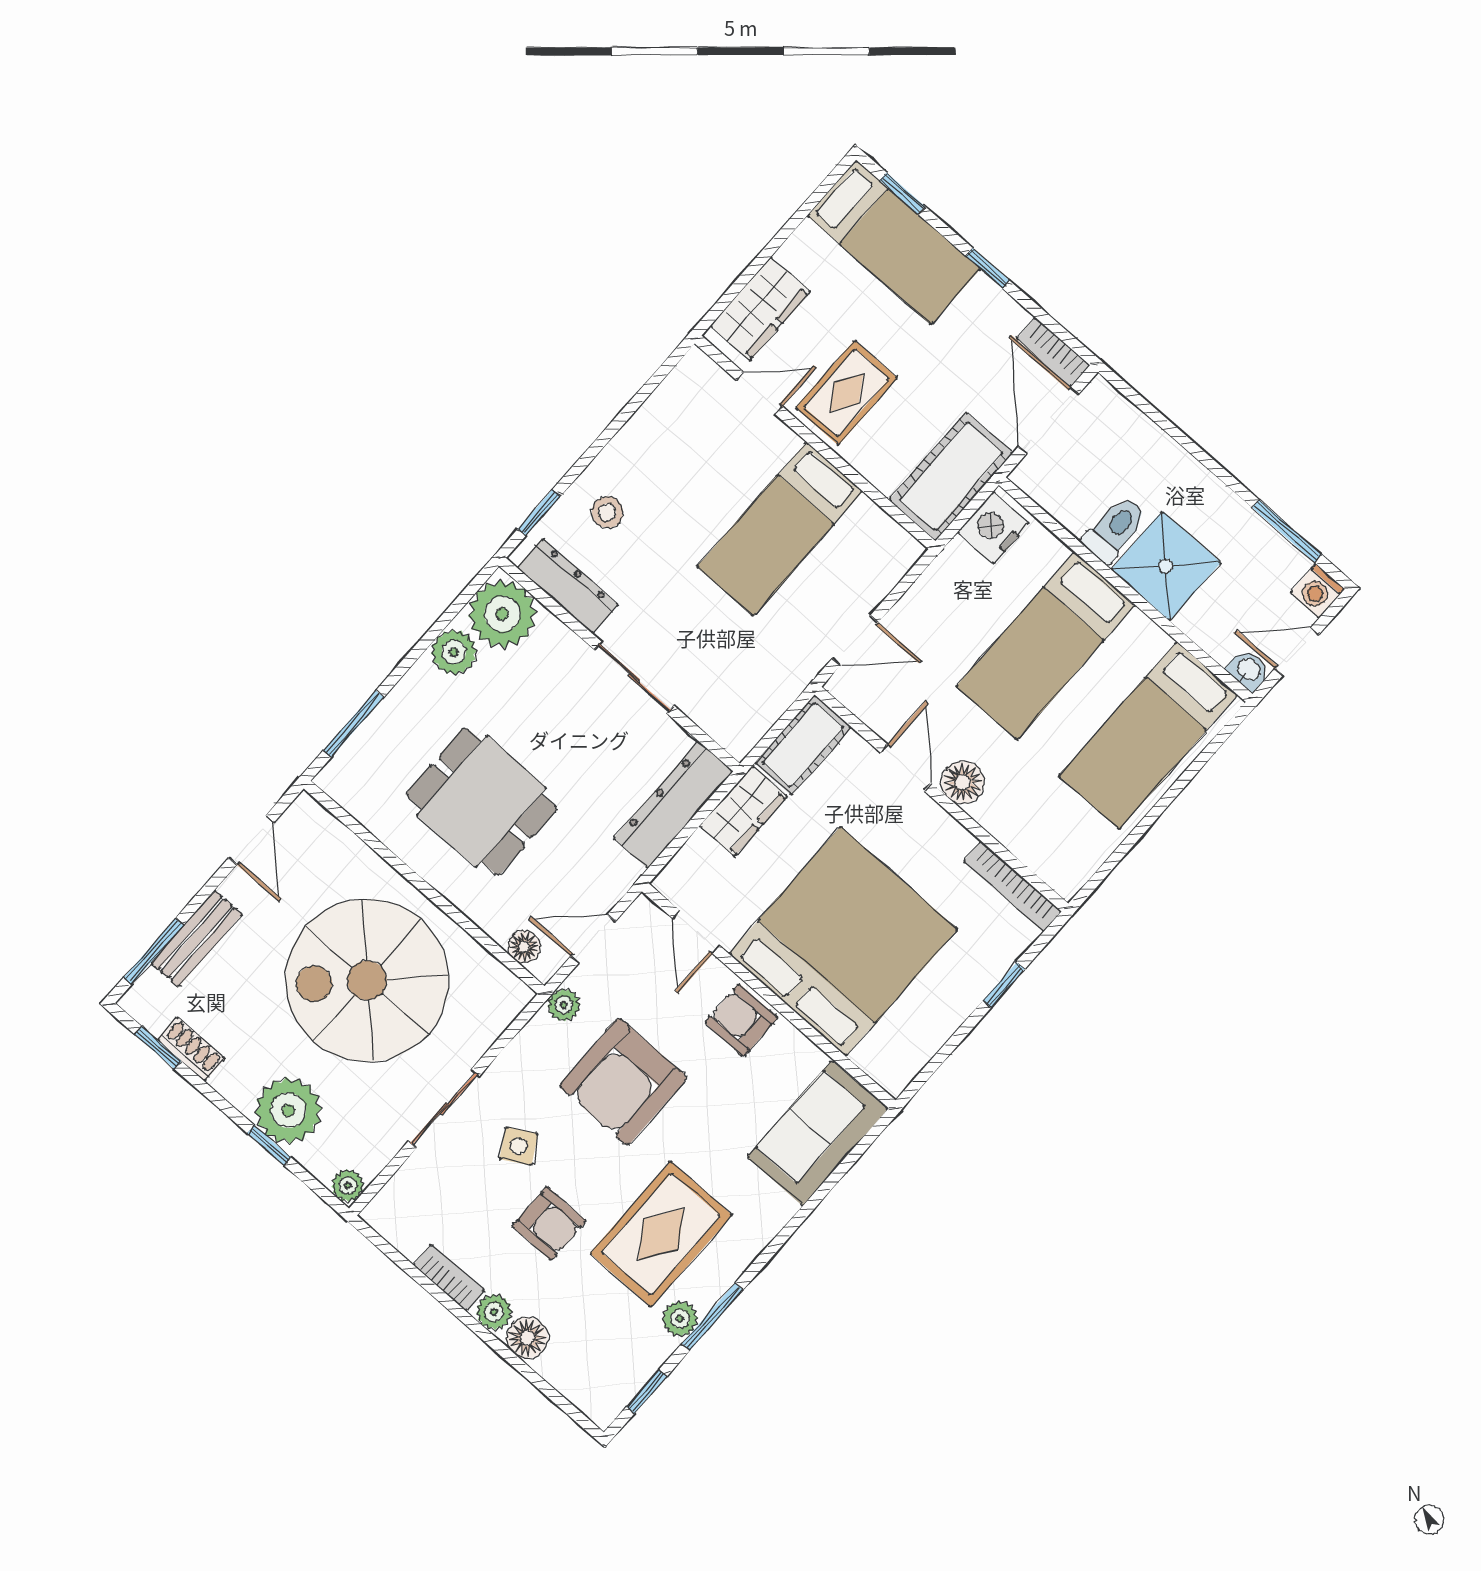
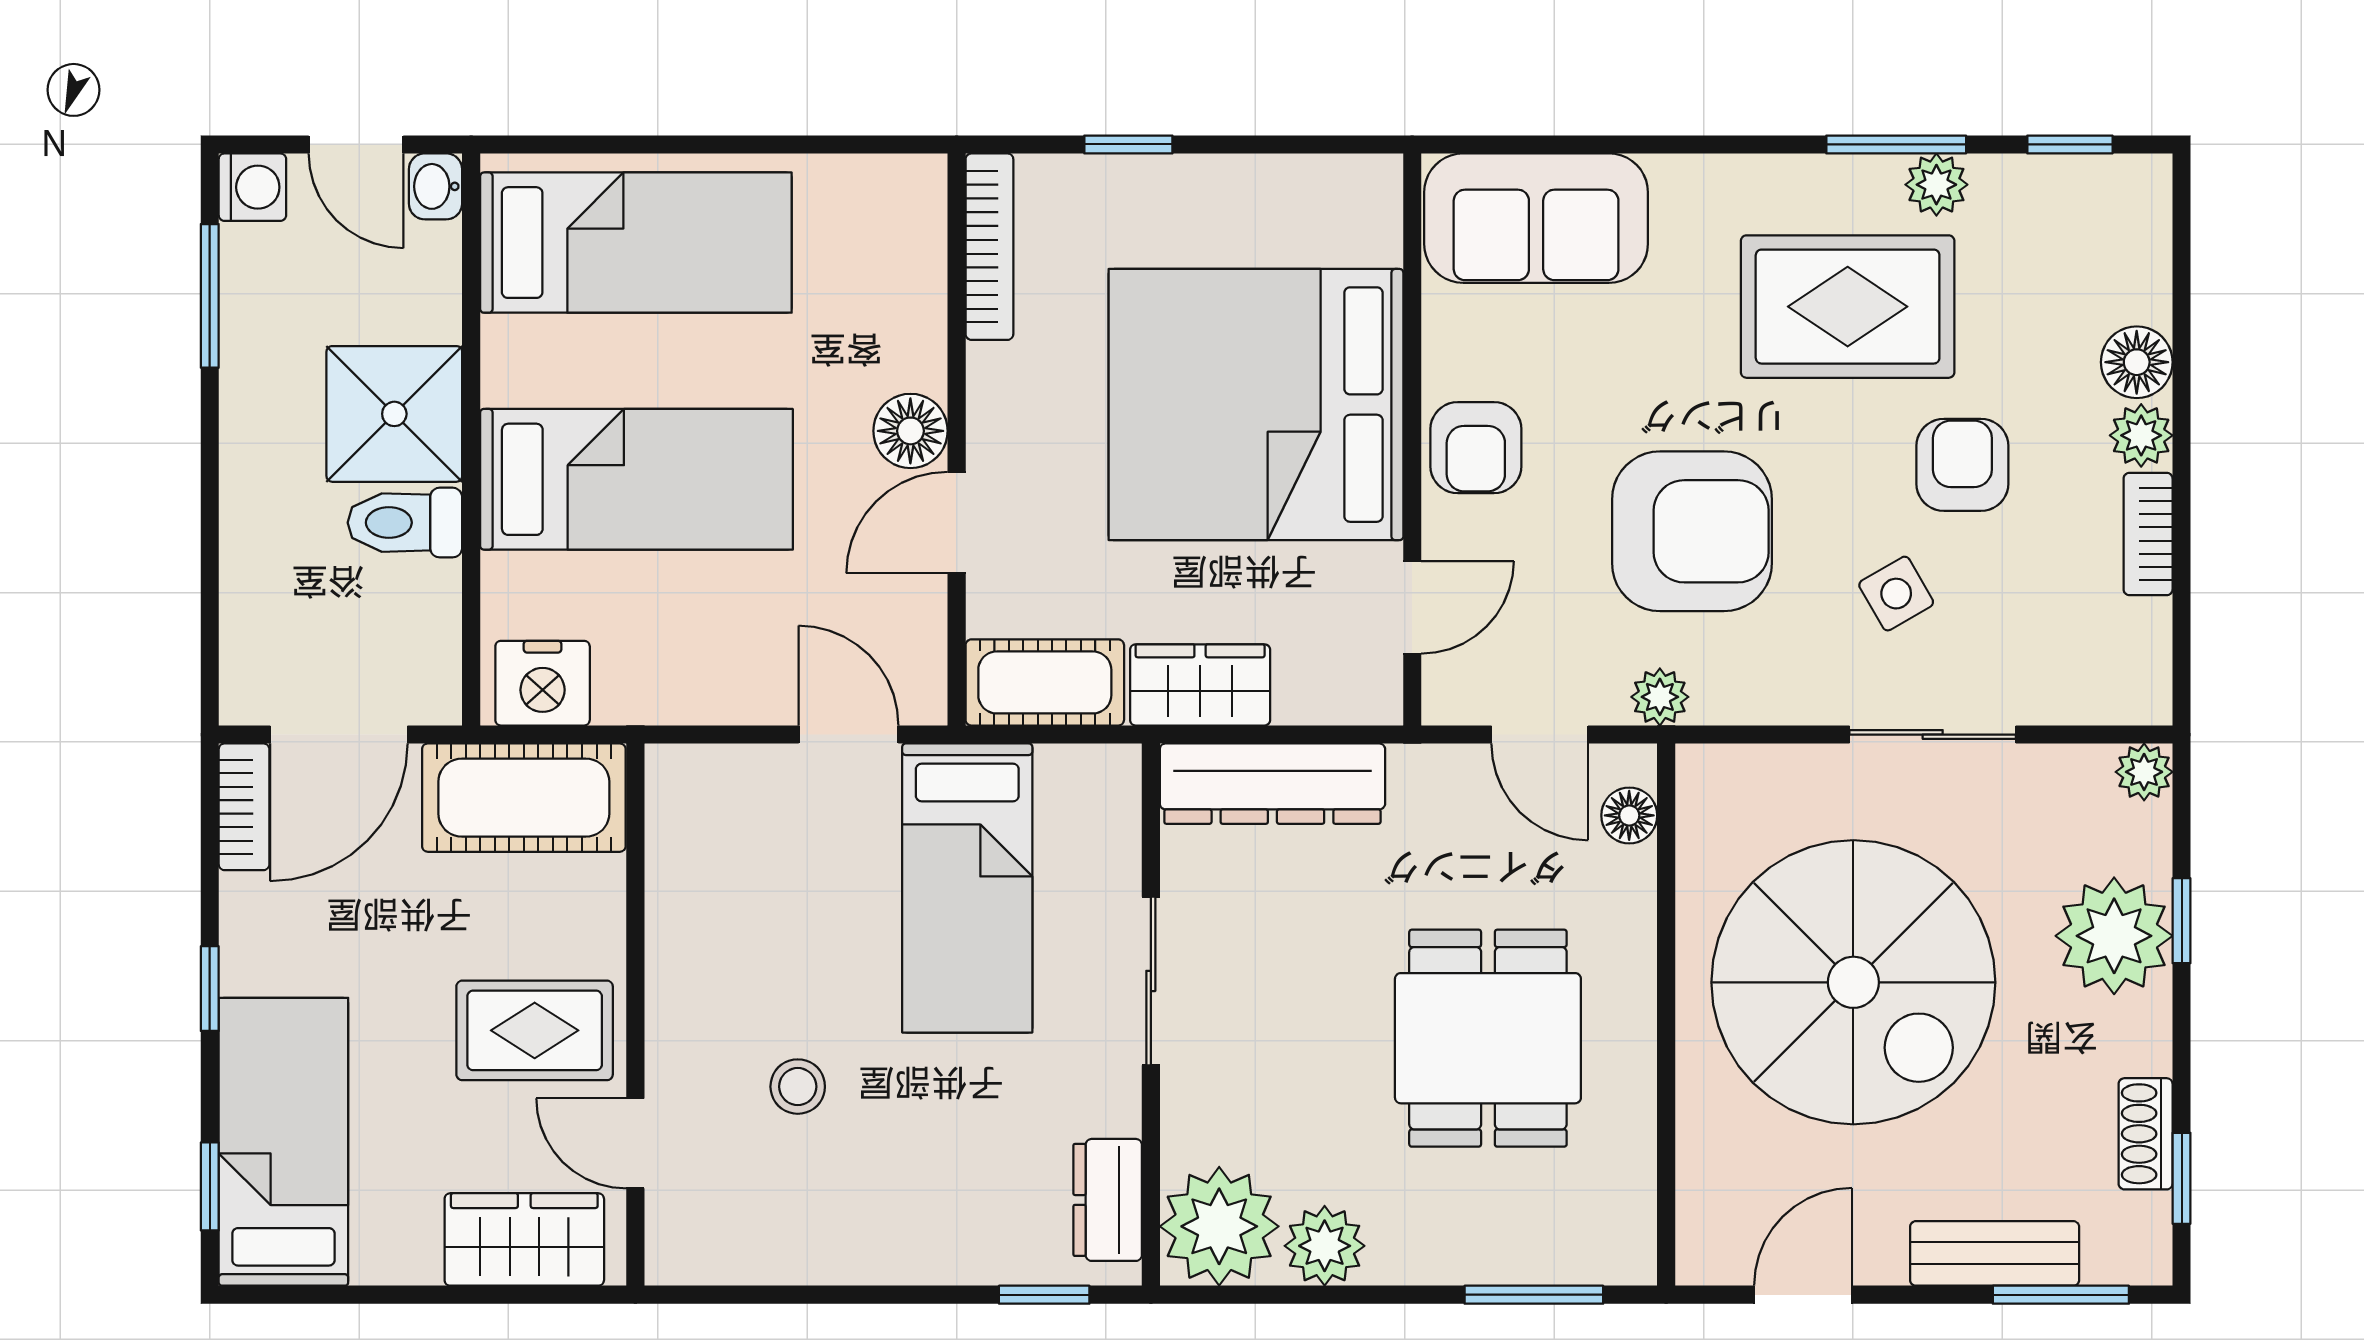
stool: (607, 512) -> (798, 1087), moved
bed: (780, 529) -> (967, 888), moved, turned 90
dresser: (568, 586) -> (1108, 1200), width x0.70

